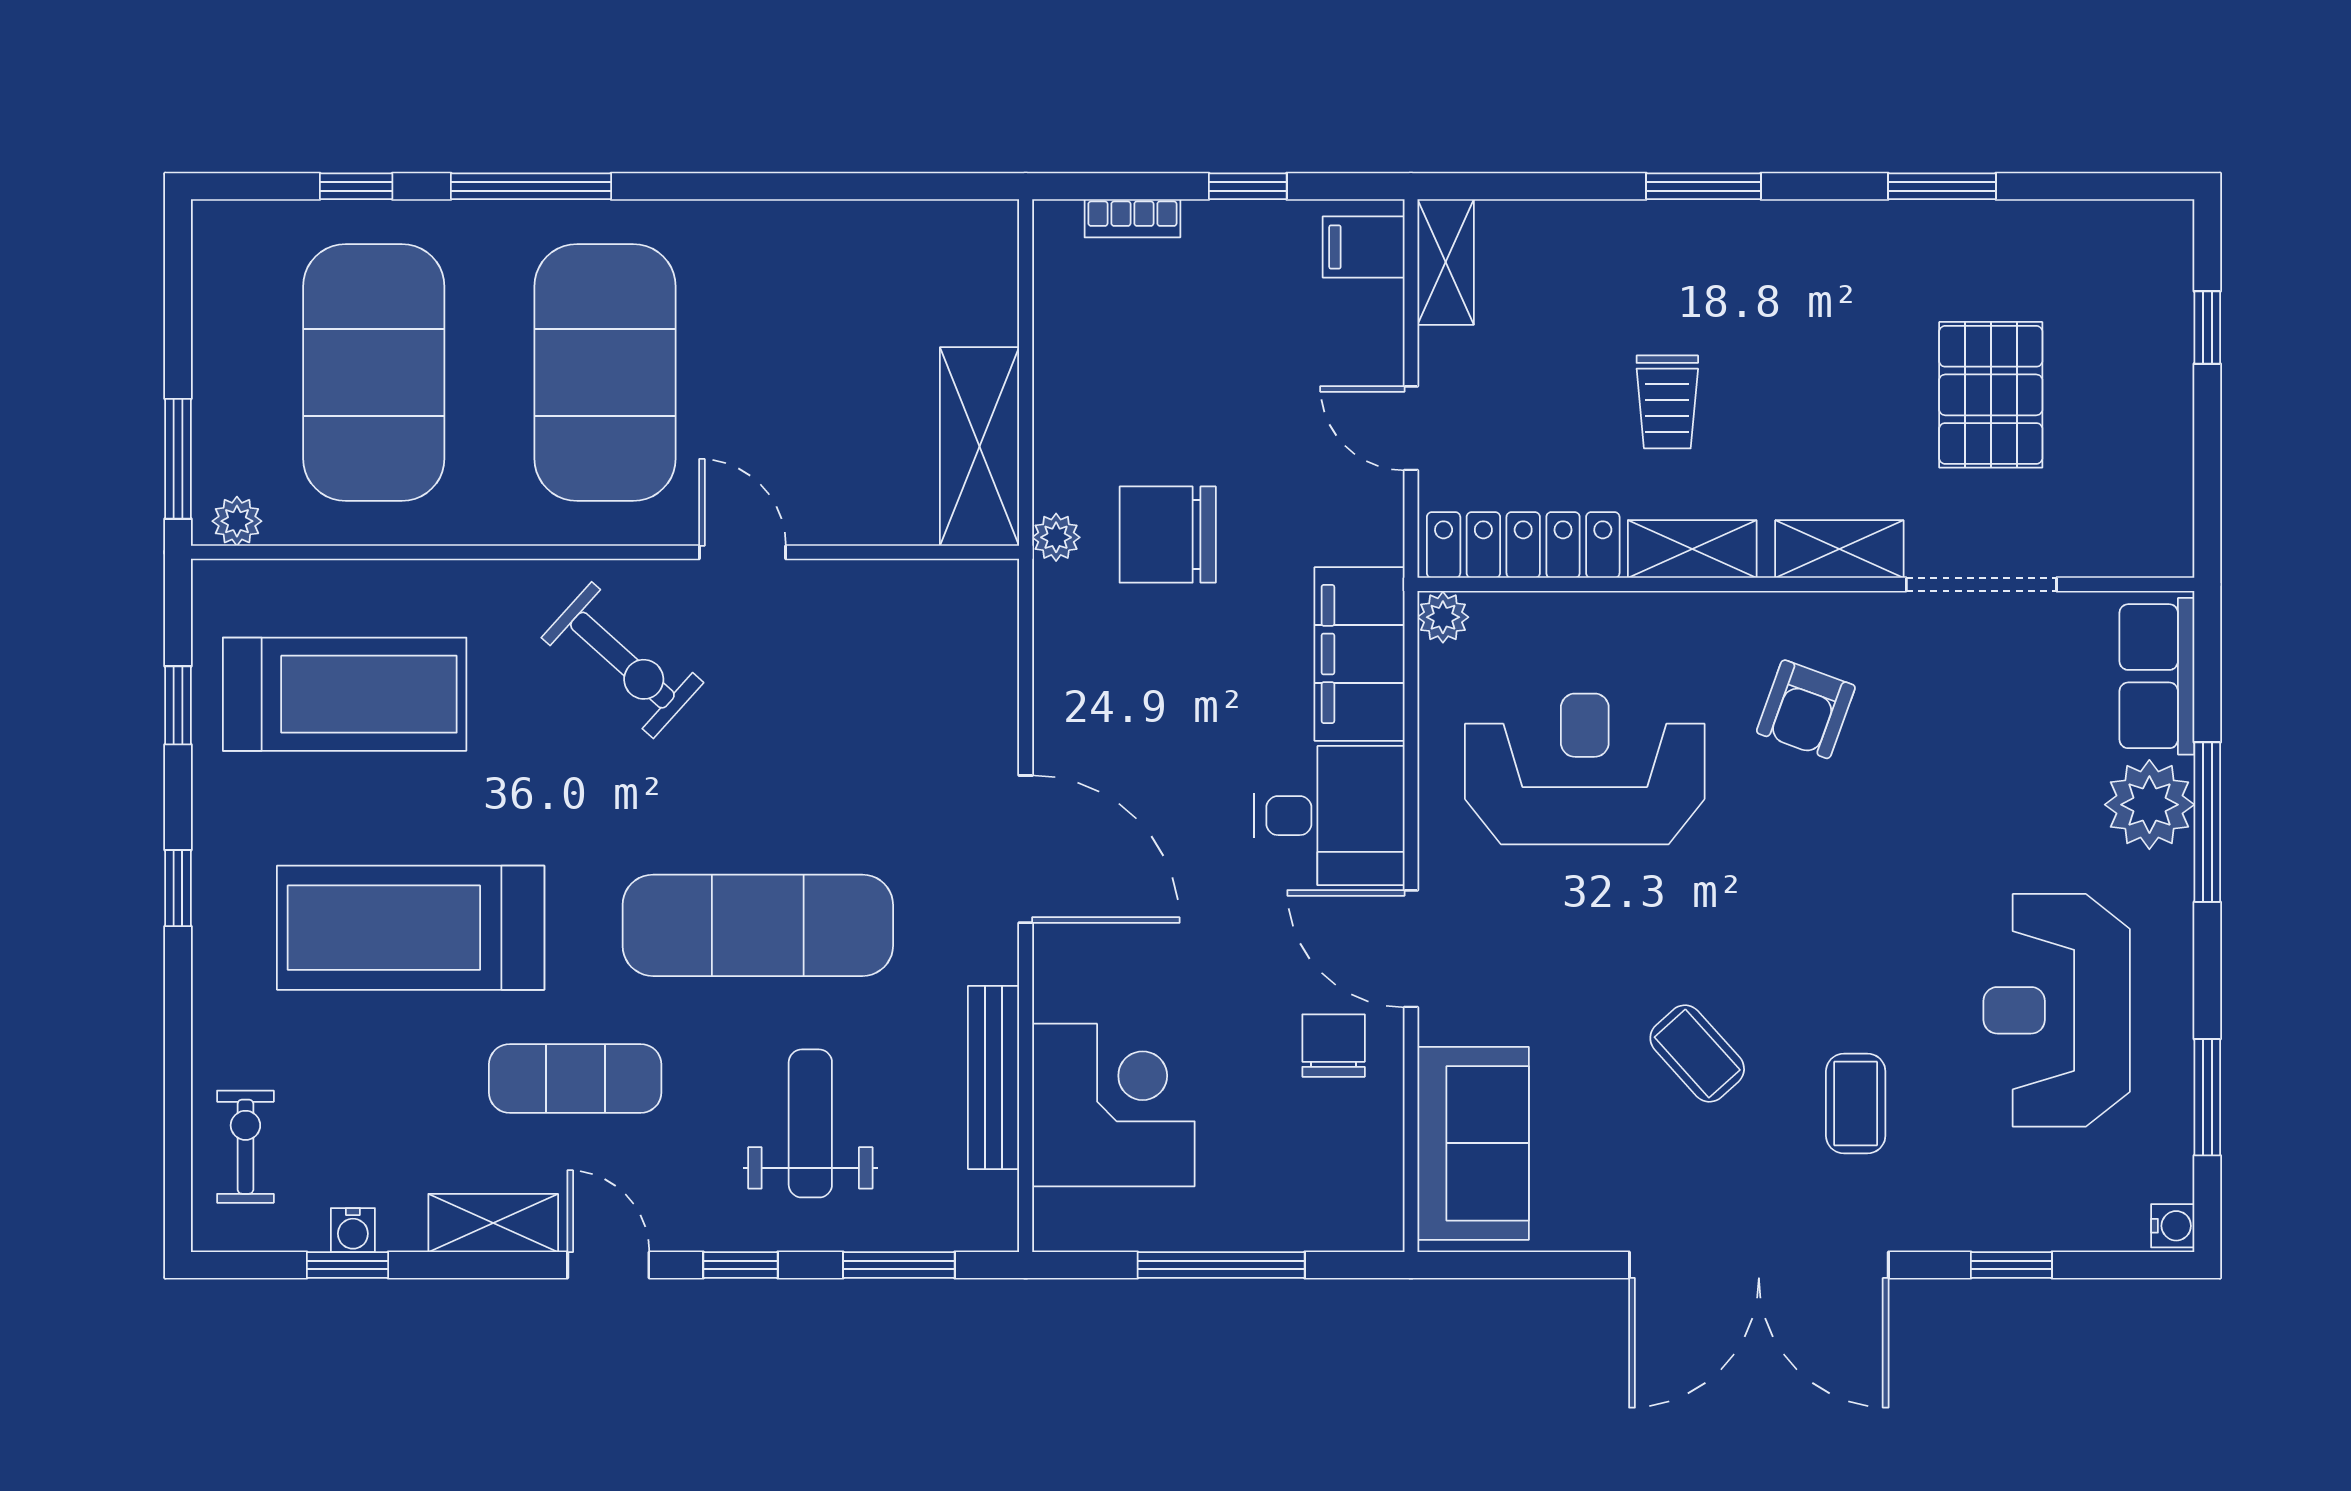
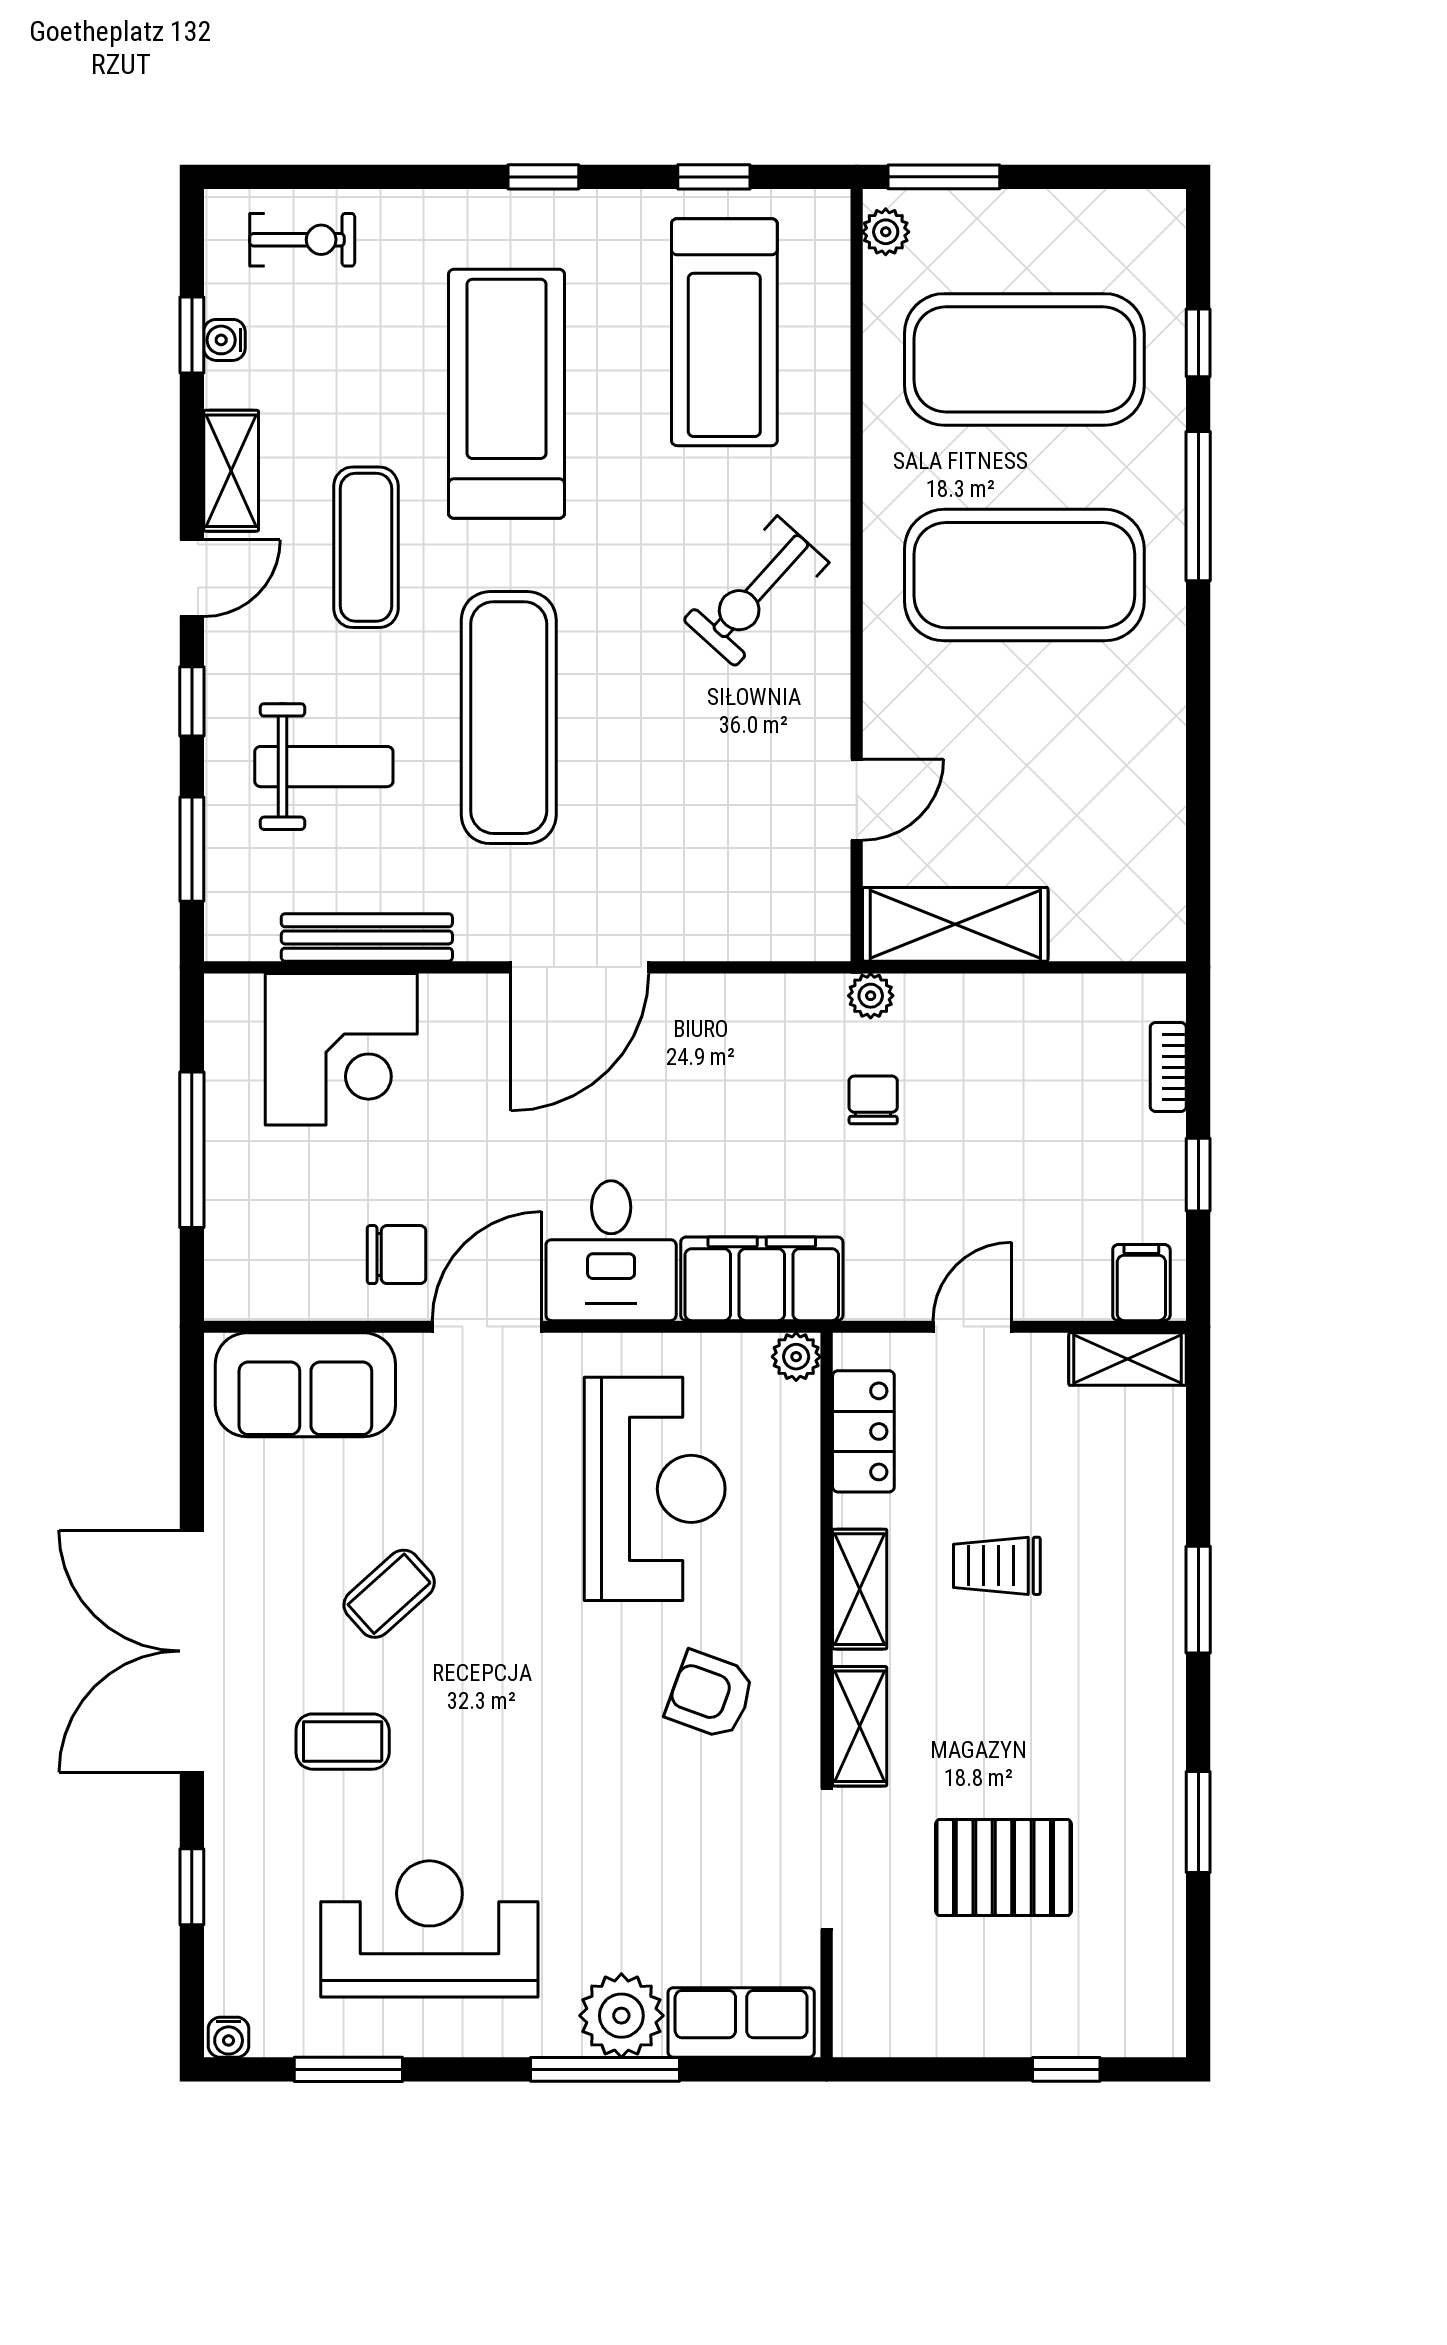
chair: (1168, 535) -> (873, 1100), width x0.54, depth x0.54
locker: (1523, 545) -> (863, 1431), width x0.66
door: (742, 552) -> (857, 800), moved

